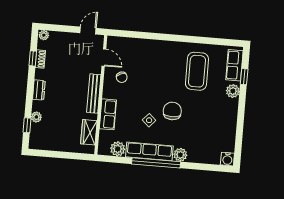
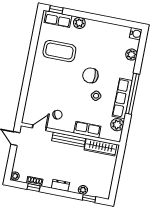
window: (244, 77) -> (56, 10), moved
wardrobe: (89, 132) -> (101, 147), width x1.50
plant: (180, 155) -> (131, 55), moved

